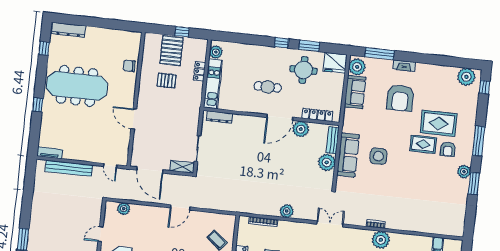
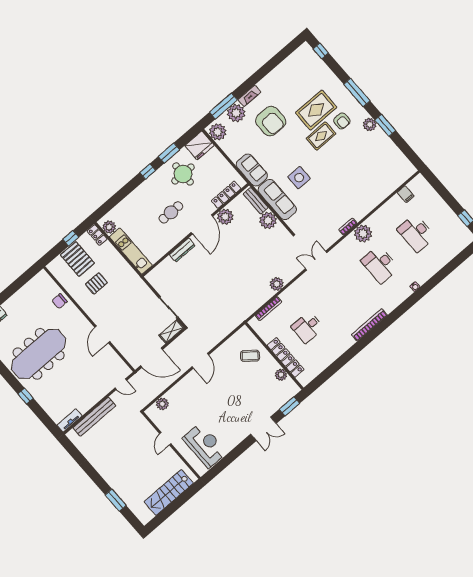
locker: (199, 71) -> (97, 235), moved
plant: (466, 77) -> (236, 113), moved
sofa: (355, 92) -> (252, 170), moved
dresser: (220, 117) -> (182, 250), moved
door: (134, 119) -> (102, 334), hinge flipped

